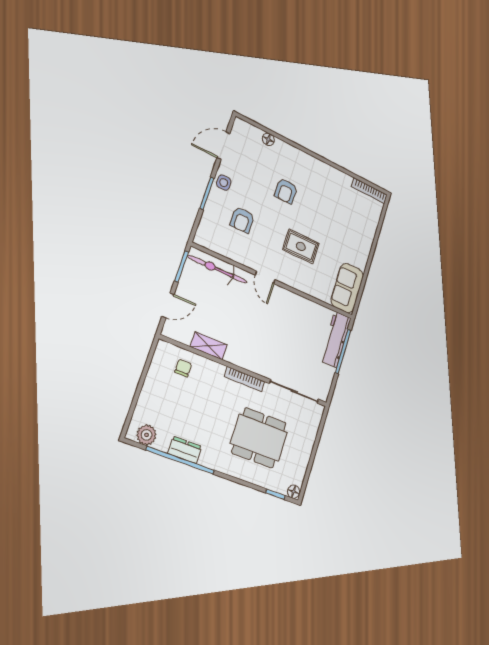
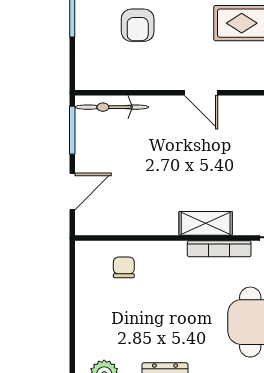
bicycle: (217, 269) -> (112, 107), width x0.73, depth x0.71
shelving: (209, 346) -> (206, 223), moved

